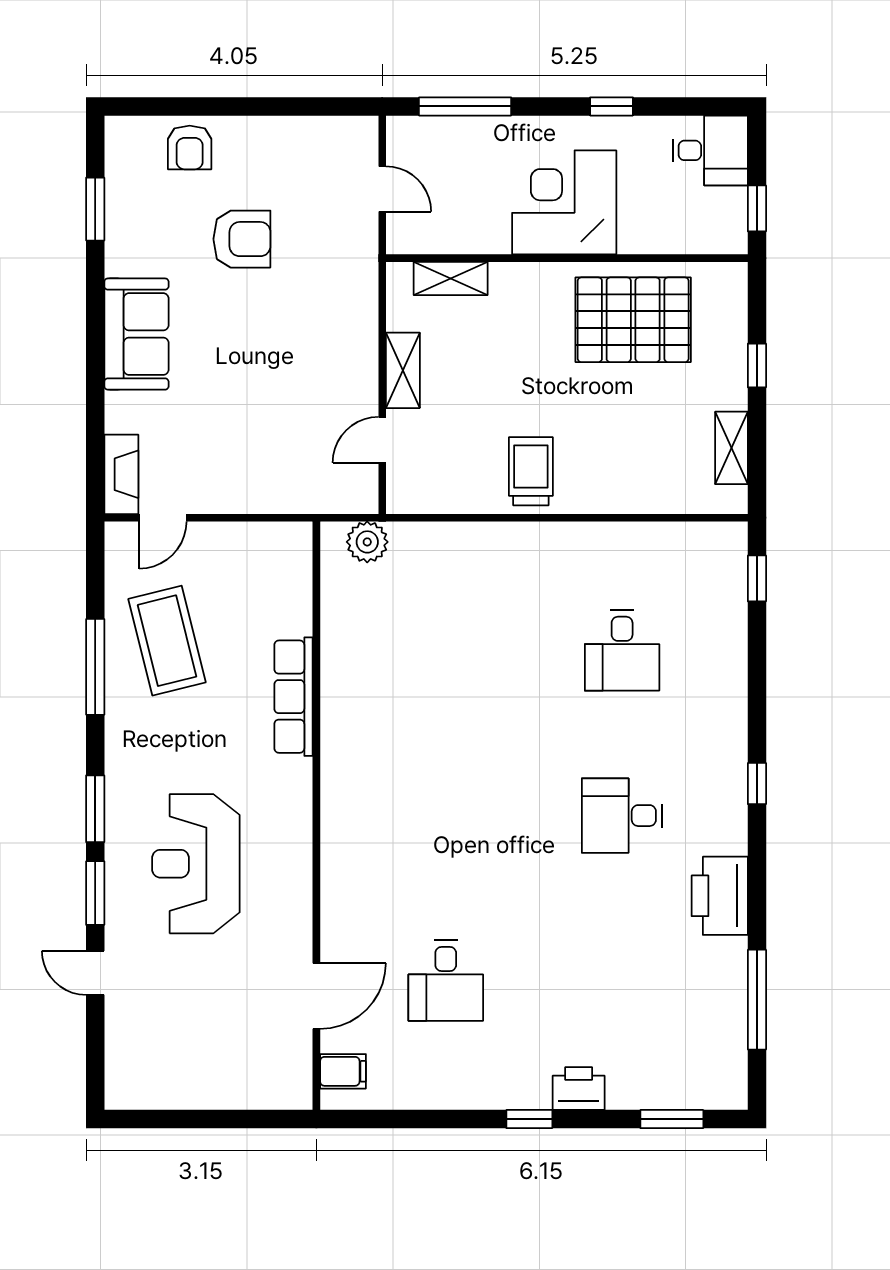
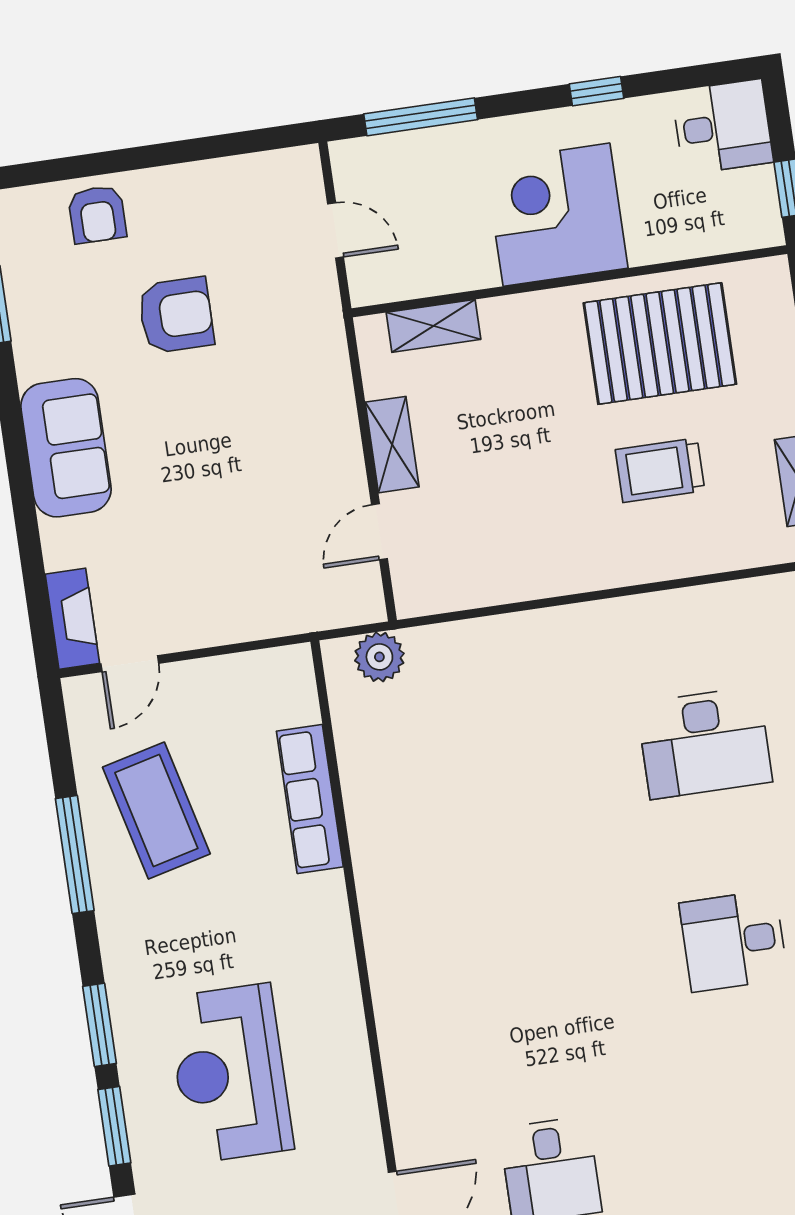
trolley: (531, 471) -> (660, 470), moved, turned -90
desk: (622, 651) -> (704, 743), width x1.37
row of seats: (294, 697) -> (310, 799), moved

